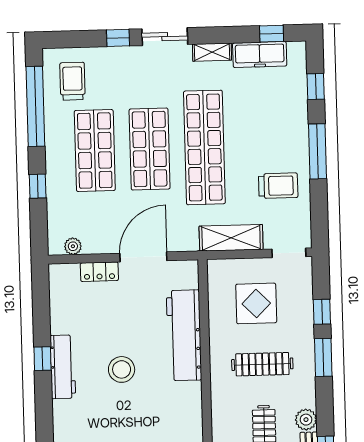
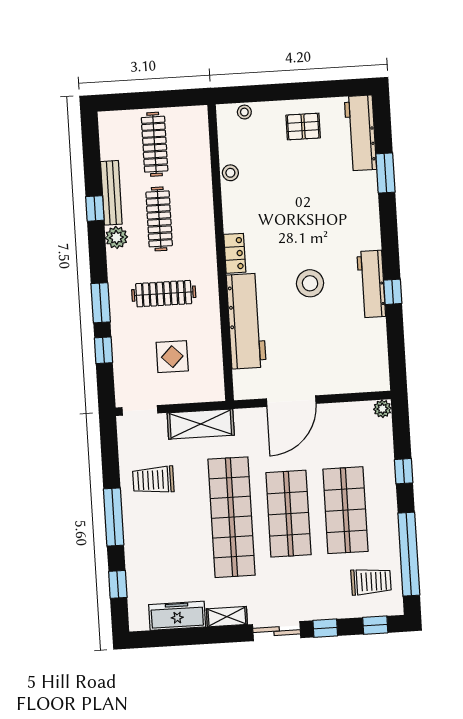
window: (272, 34) -> (375, 625), moved
trolley: (73, 81) -> (371, 582), turned -90
plant: (73, 246) -> (382, 409), moved
locker: (99, 272) -> (235, 253), moved, turned 90
display table: (256, 303) -> (172, 357), width x0.73, depth x0.73

